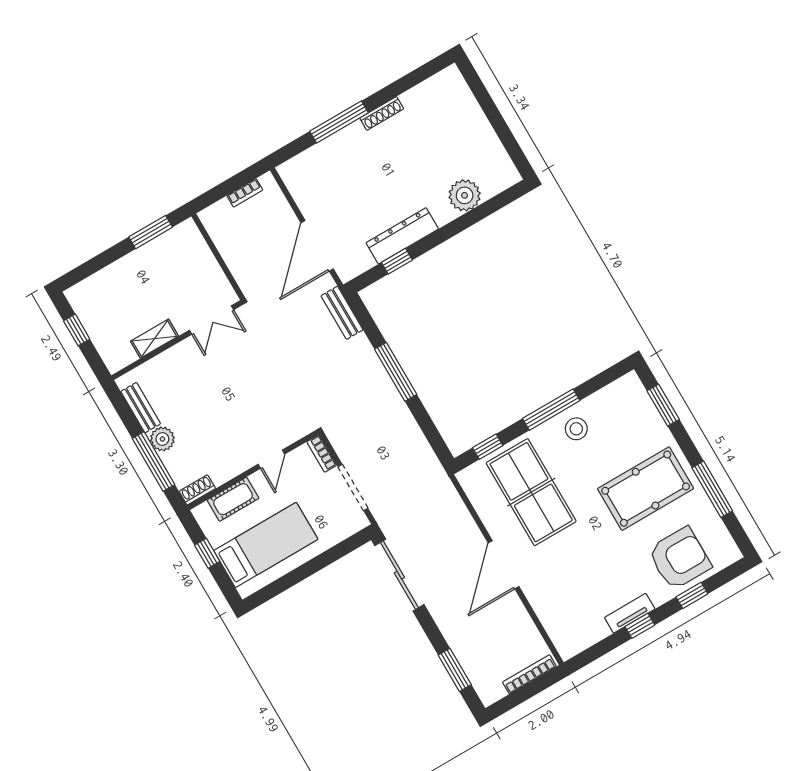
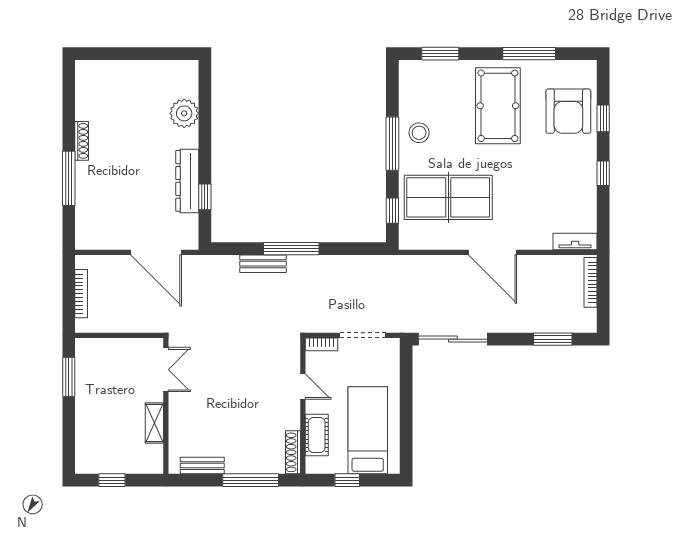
bookcase: (245, 193) -> (81, 294), width x1.56
bench: (342, 313) -> (263, 264), moved
plant: (162, 439) -> (237, 463), removed
shoe rack: (197, 490) -> (293, 452), width x1.43
armchair: (680, 558) -> (568, 111), turned 180
tv unit: (630, 613) -> (575, 242), moved, turned 90

